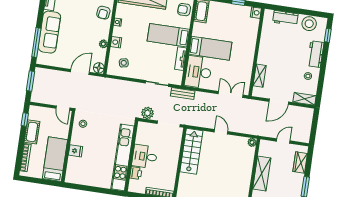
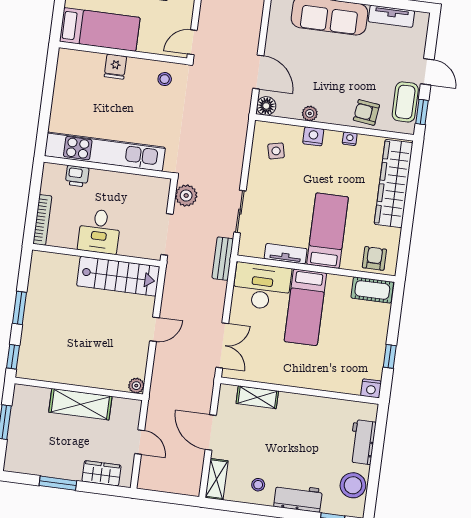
desk: (145, 156) -> (99, 231), moved, turned 180

